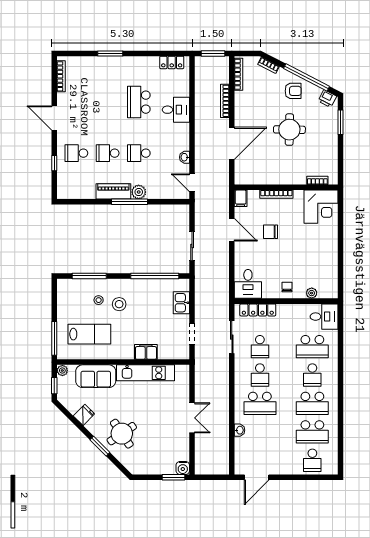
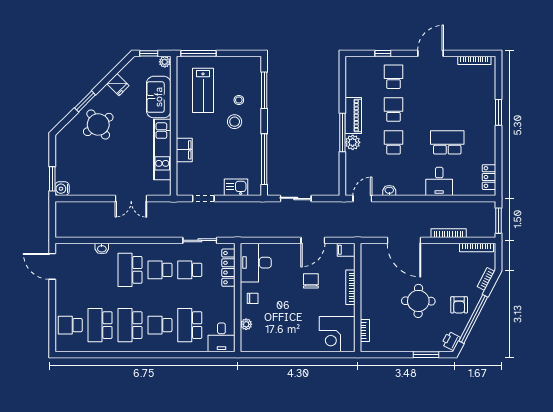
desk: (248, 284) -> (256, 263), width x1.37
double door: (192, 418) -> (131, 198), moved

